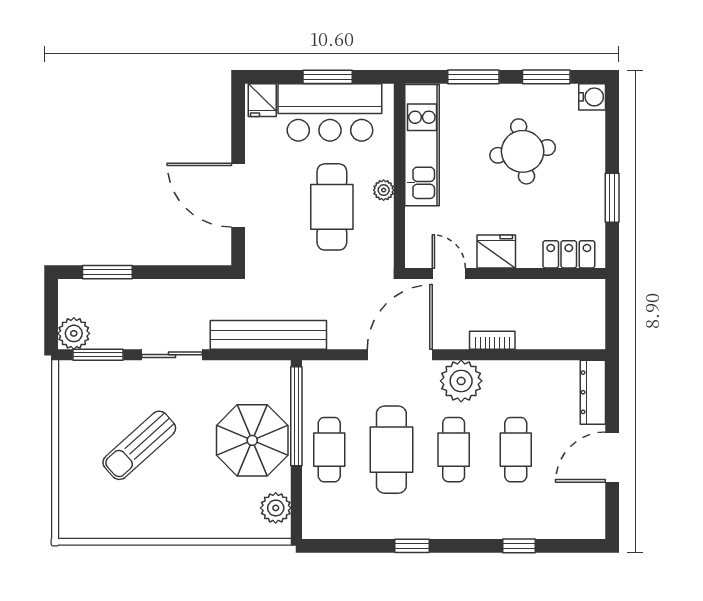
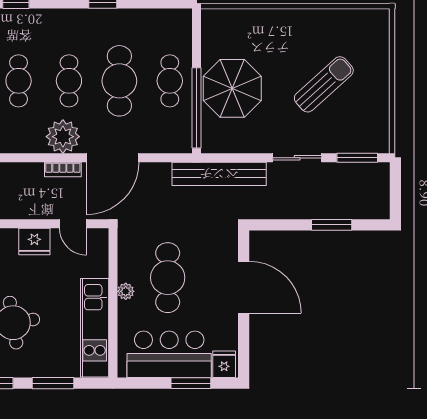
window: (328, 77) -> (191, 383), moved
window: (107, 272) -> (332, 225), moved
plant: (74, 333) -> (377, 175), removed
bookcase: (492, 340) -> (63, 170), moved
plant: (276, 508) -> (213, 34), removed

